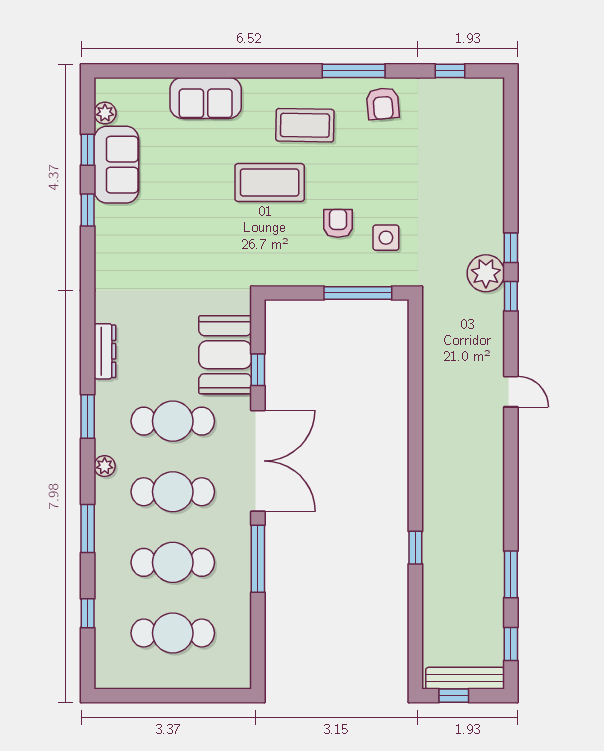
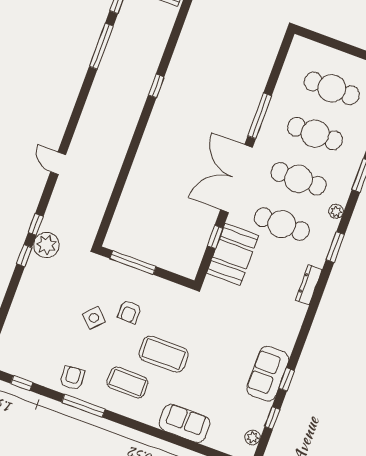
sofa: (116, 165) -> (268, 374), moved
side table: (386, 238) -> (94, 318), moved, turned 45
window: (511, 574) -> (101, 46), width x1.44

